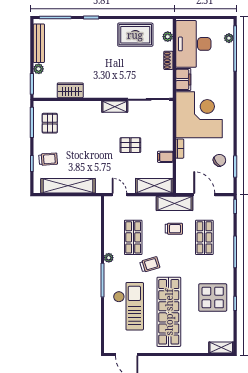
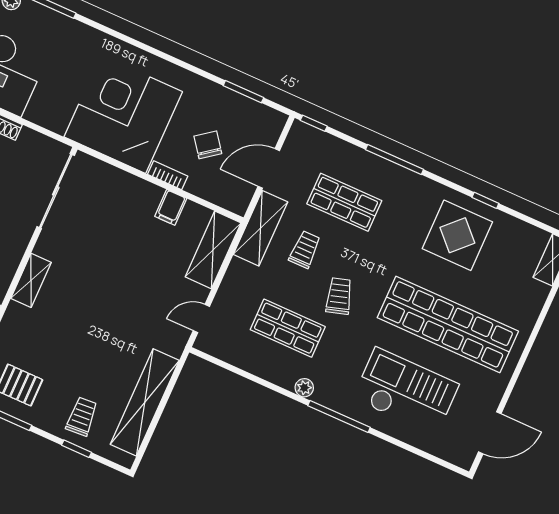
filing cabinet: (183, 79) -> (48, 114), removed
shelving: (115, 107) -> (31, 280), moved
pallet: (130, 145) -> (122, 260), removed
chair: (220, 160) -> (208, 145), moved
trolley: (150, 265) -> (339, 296), moved

